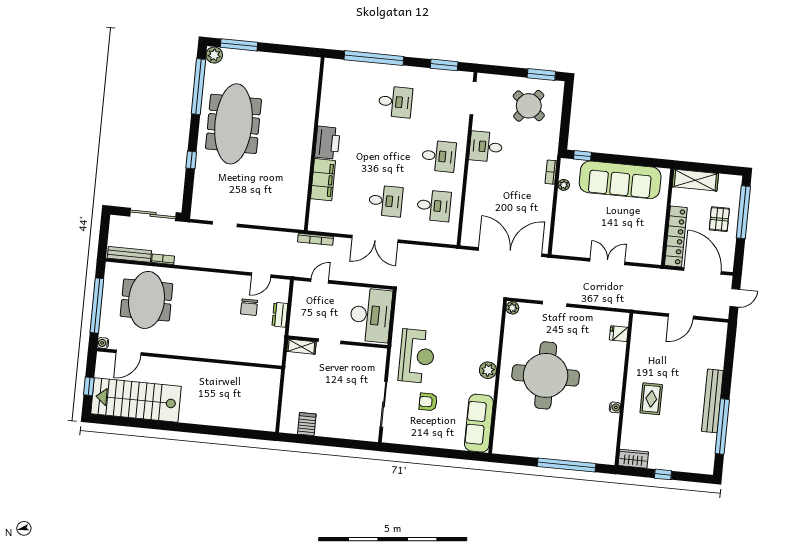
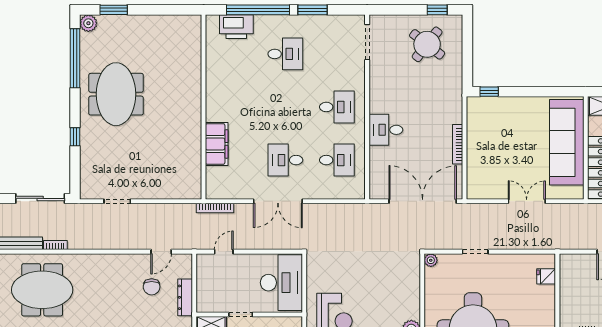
window: (239, 45) -> (114, 10), width x0.69
window: (444, 65) -> (312, 10), moved
window: (541, 74) -> (437, 10), width x0.67
meeting table: (233, 124) -> (116, 94), width x0.73
printer: (327, 143) -> (236, 27), moved, turned 90
desk: (486, 147) -> (386, 130), moved
bookcase: (551, 172) -> (458, 144), moved, width x1.56
sofa: (620, 180) -> (567, 142), moved, turned 90
plant: (564, 185) -> (472, 125), removed
desk: (386, 201) -> (285, 160), turned 180
meeting table: (147, 300) -> (42, 290), turned 90
dresser: (280, 315) -> (185, 297), width x1.44

